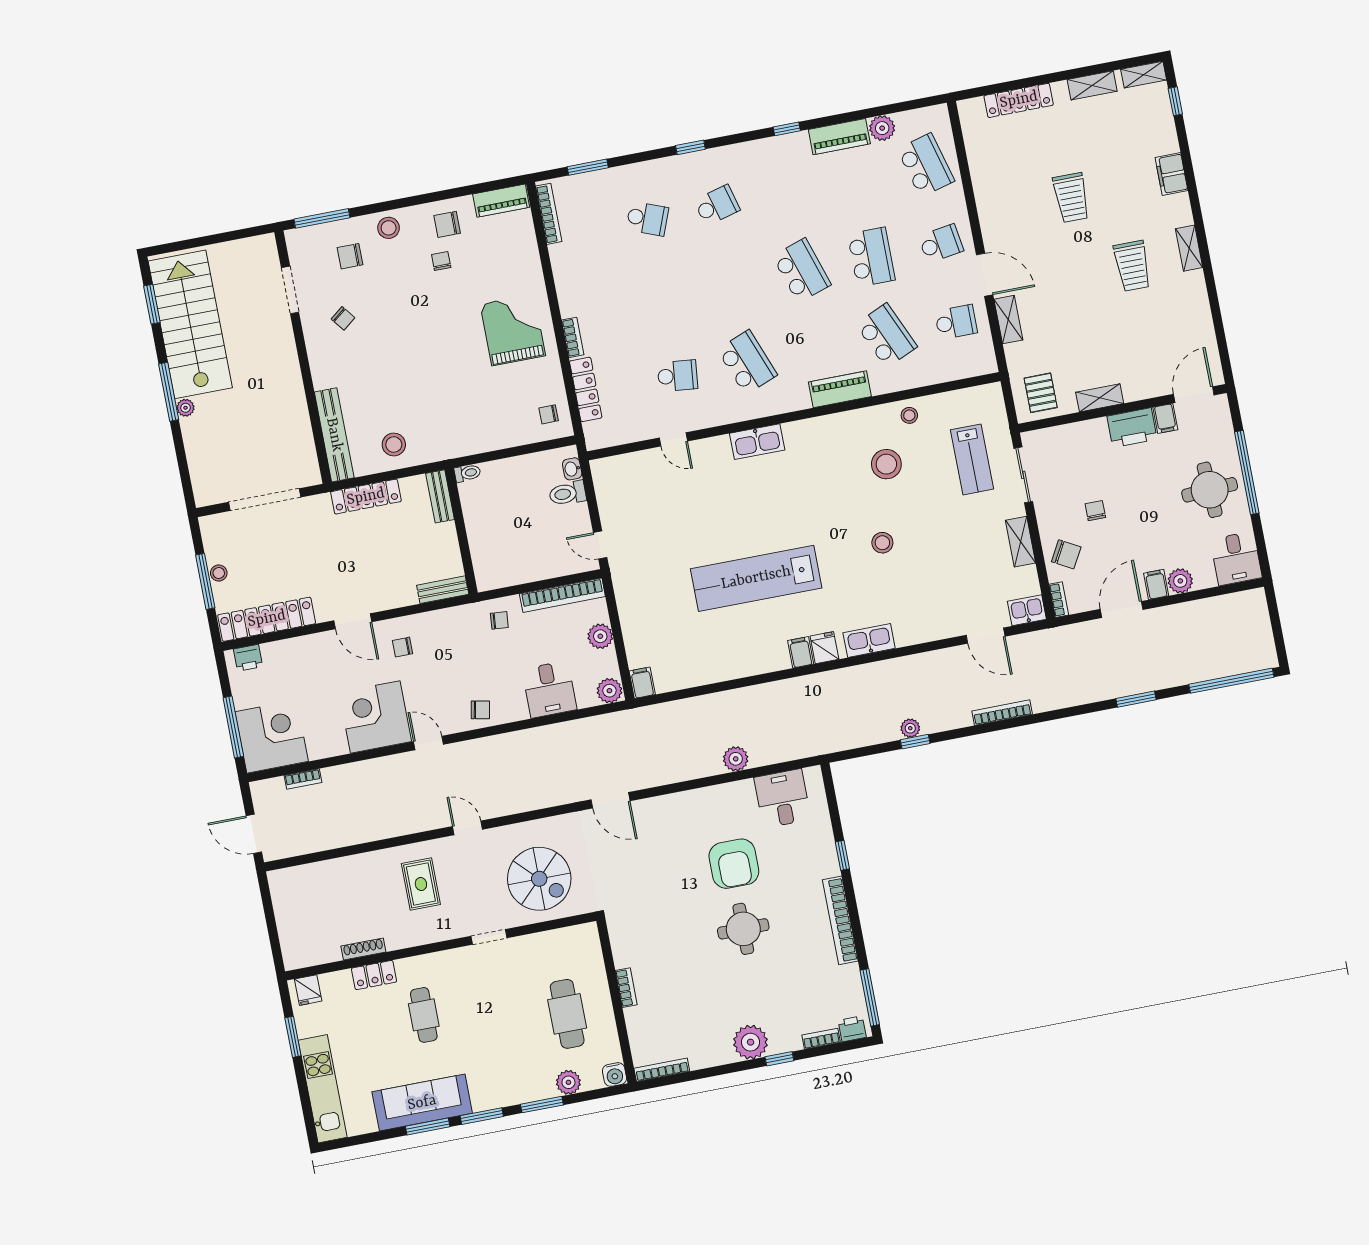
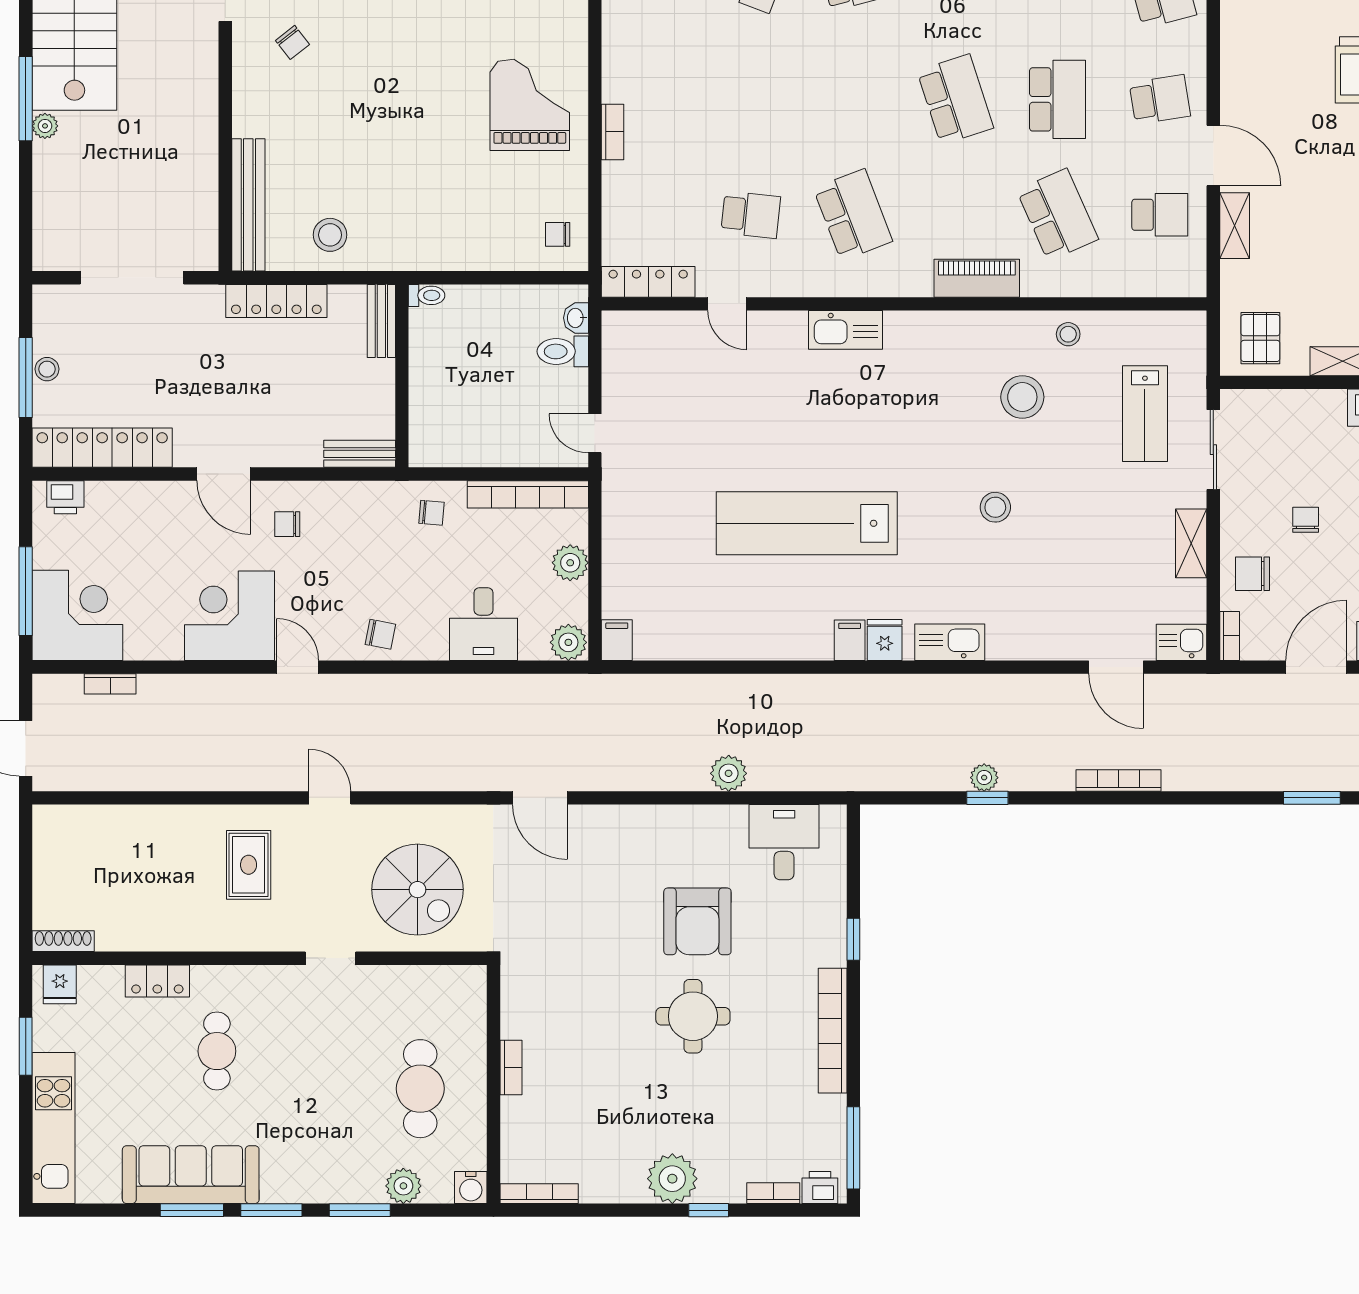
locker: (586, 389) -> (648, 282), moved, turned -90
chair: (1066, 554) -> (1253, 574), turned 151
shoe rack: (363, 949) -> (63, 941), moved

